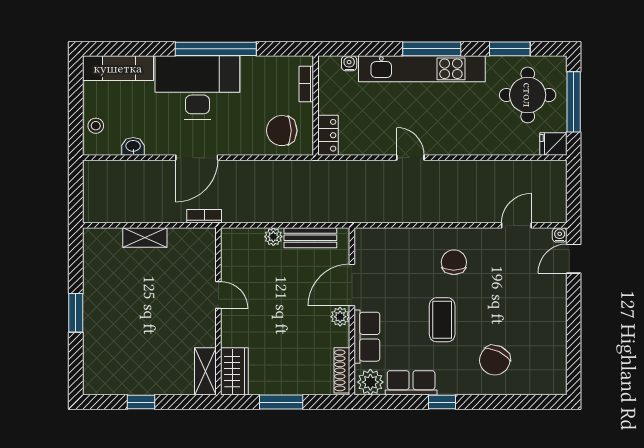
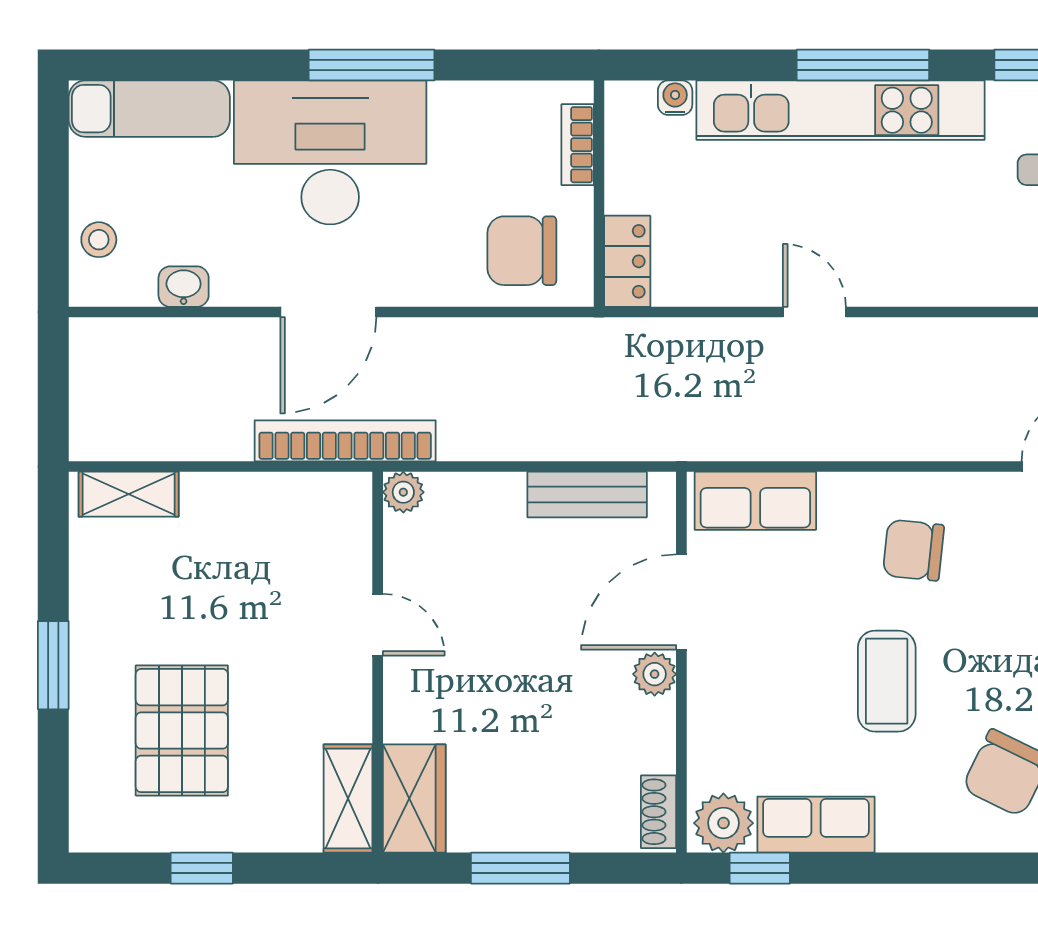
window: (216, 49) -> (372, 65), width x0.68
bookcase: (204, 216) -> (345, 441), width x2.31, depth x1.31
plant: (273, 237) -> (403, 492), moved
shelving: (145, 238) -> (129, 494), moved
chair: (454, 262) -> (913, 550), turned -84
row of seats: (367, 337) -> (755, 501), moved, turned 90
pallet: (132, 342) -> (182, 731), added
shoe rack: (342, 370) -> (659, 812), width x0.70
window: (442, 402) -> (760, 868), moved

